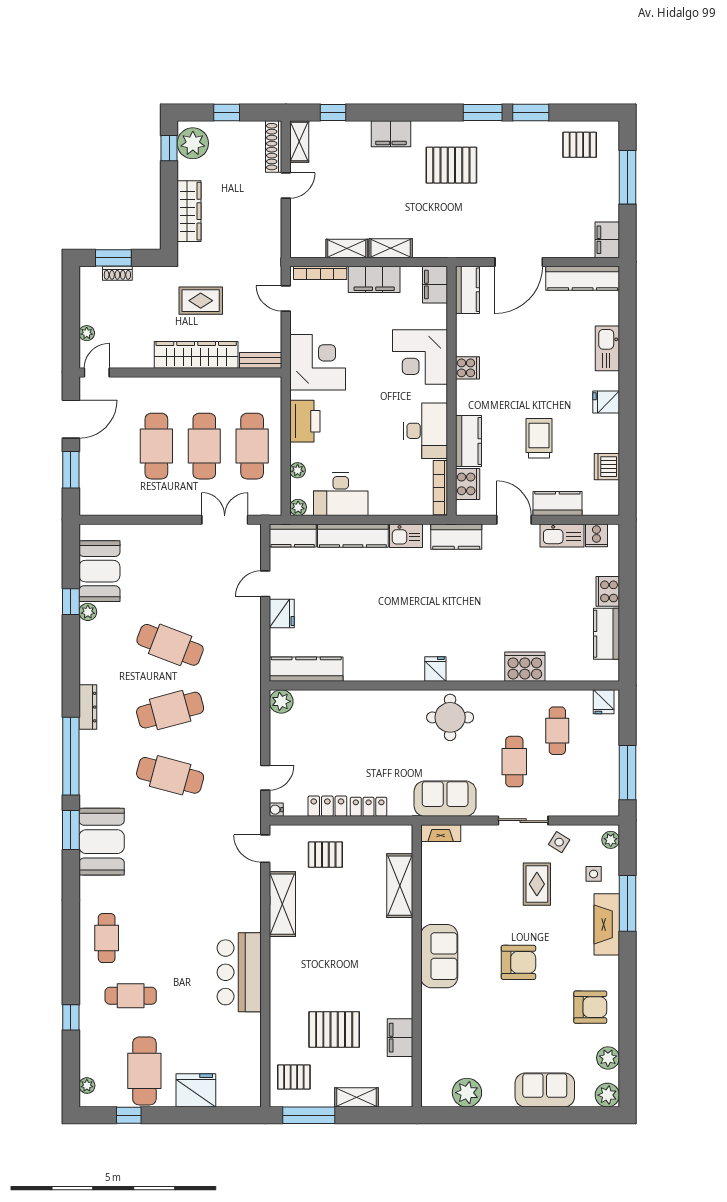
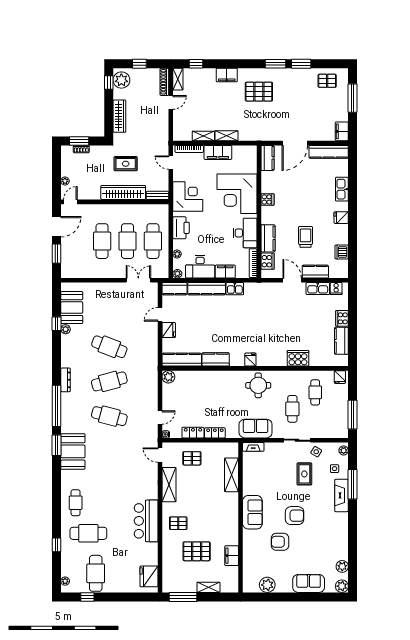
filing cabinet: (435, 285) -> (225, 271), moved, turned 90
corner desk: (420, 357) -> (237, 194), width x1.36, depth x1.36
kitchen counter: (456, 537) -> (216, 359), moved, turned 180
cafe table: (131, 996) -> (88, 533), width x1.37, depth x1.35
armchair: (590, 1007) -> (280, 542), moved, turned 180
pallet: (294, 1077) -> (178, 523), moved
fridge: (196, 1090) -> (149, 576), moved, turned -90

